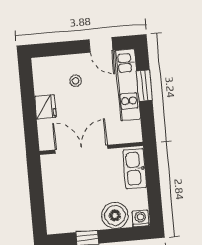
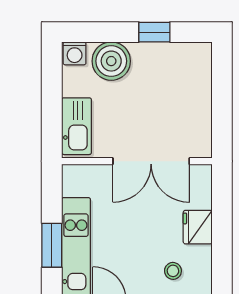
stool: (75, 81) -> (173, 271), moved

